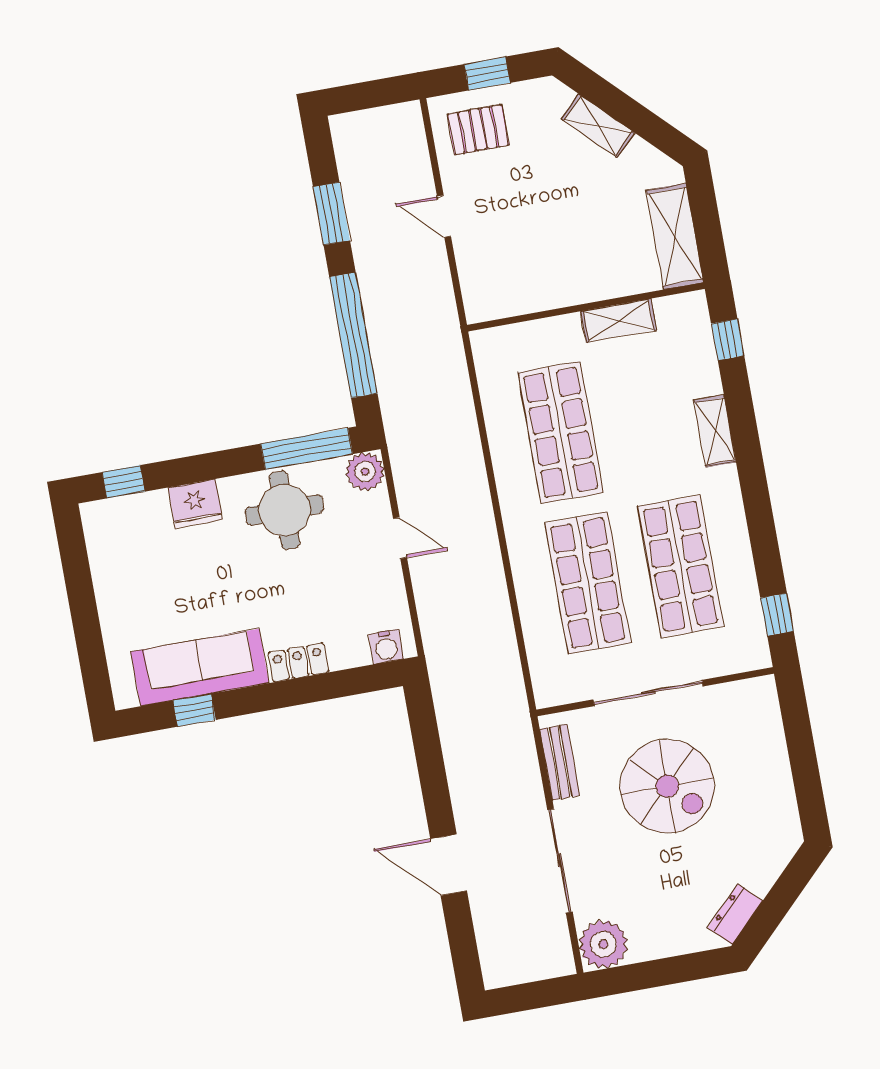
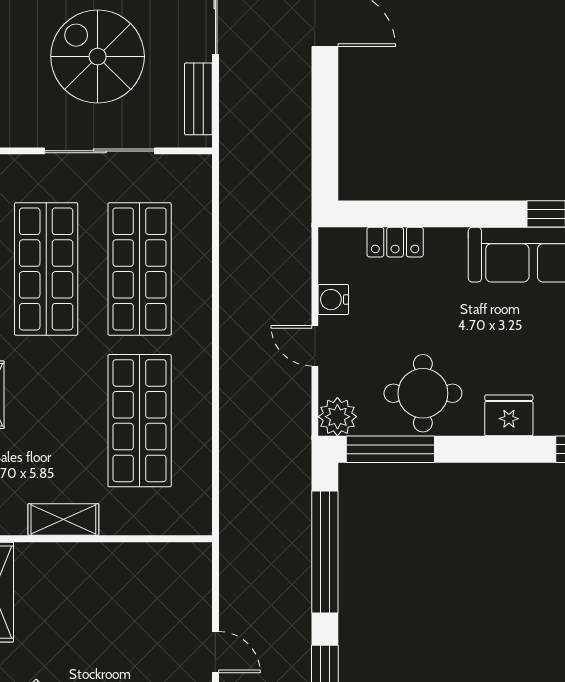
water cooler: (386, 647) -> (333, 300), moved, turned -90
locker: (298, 663) -> (395, 242), moved

